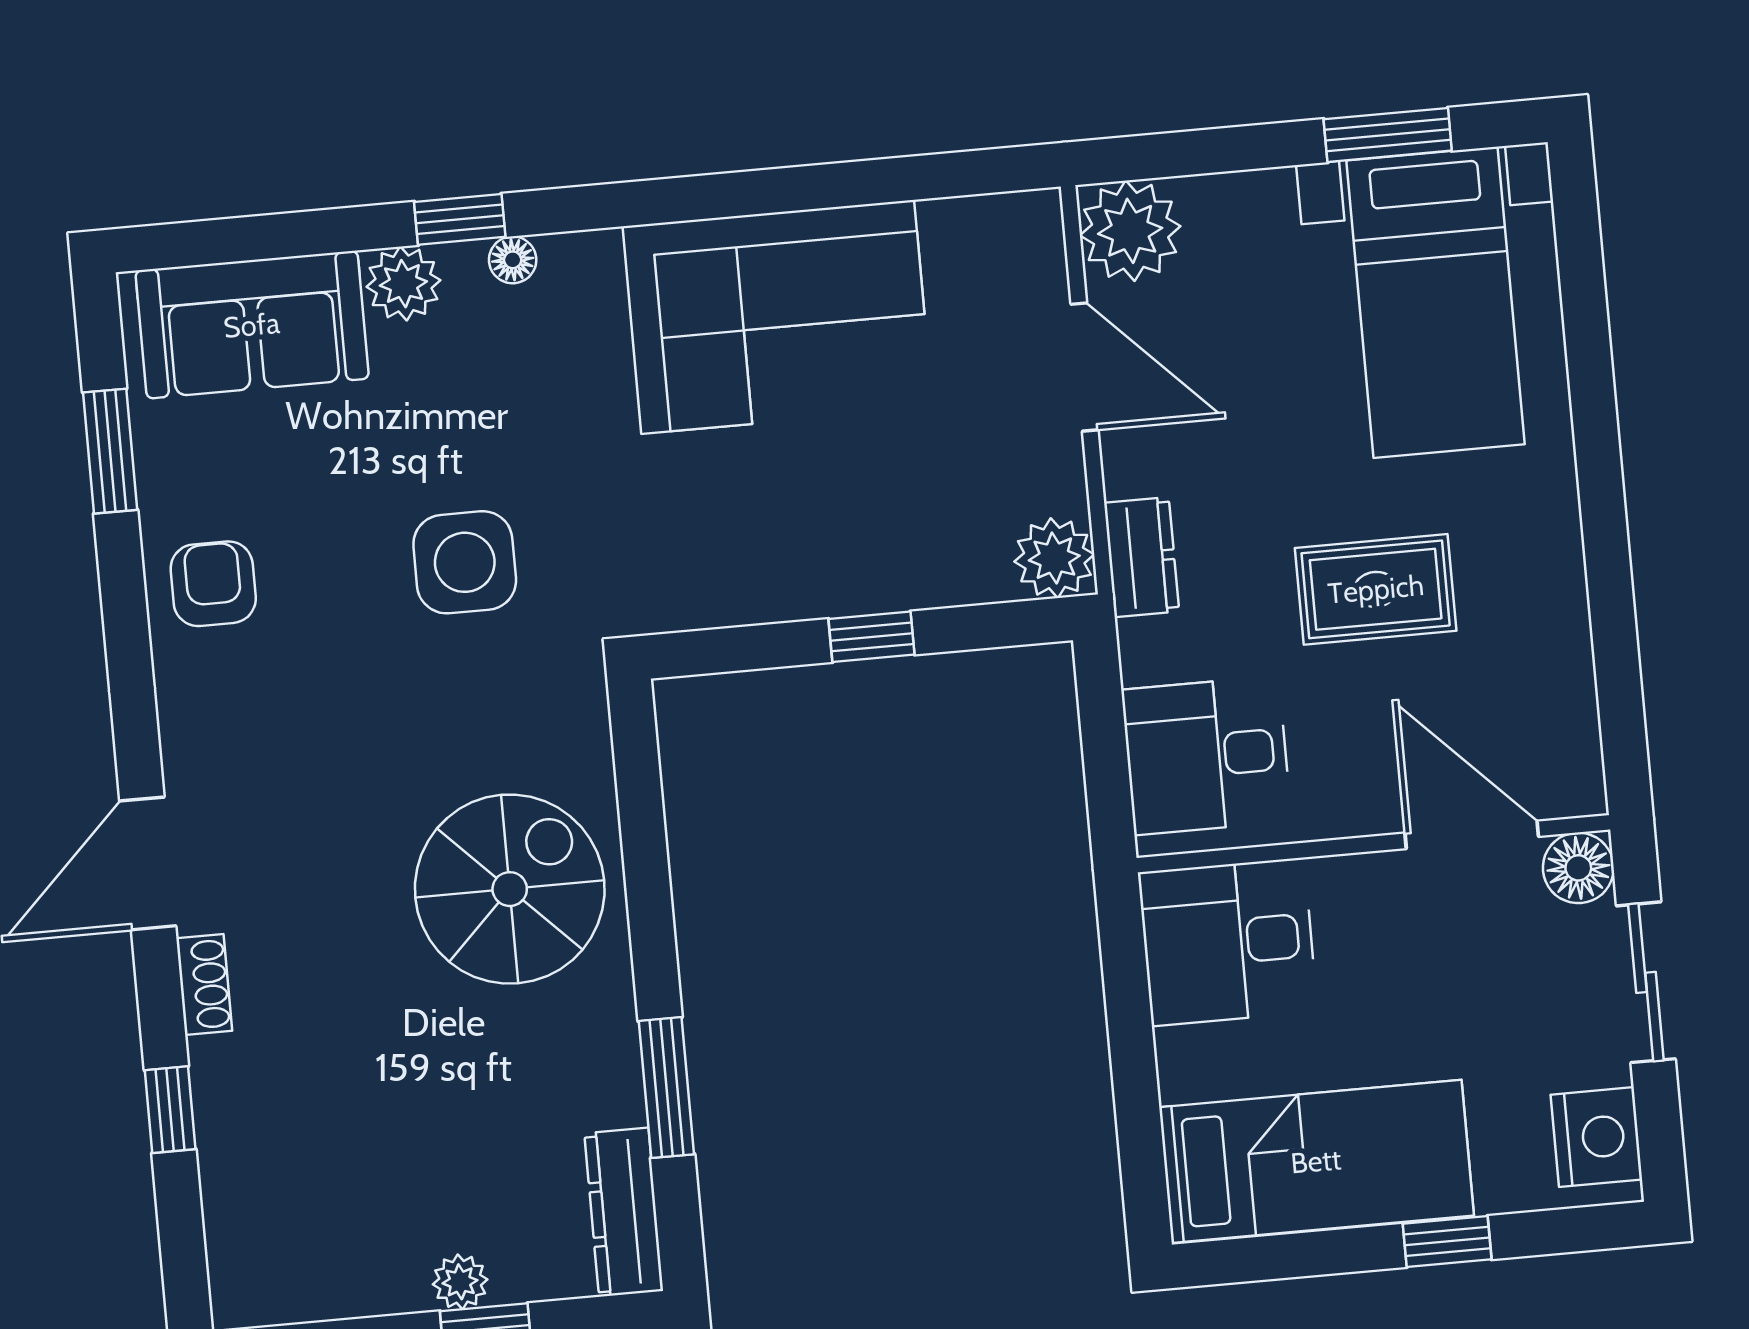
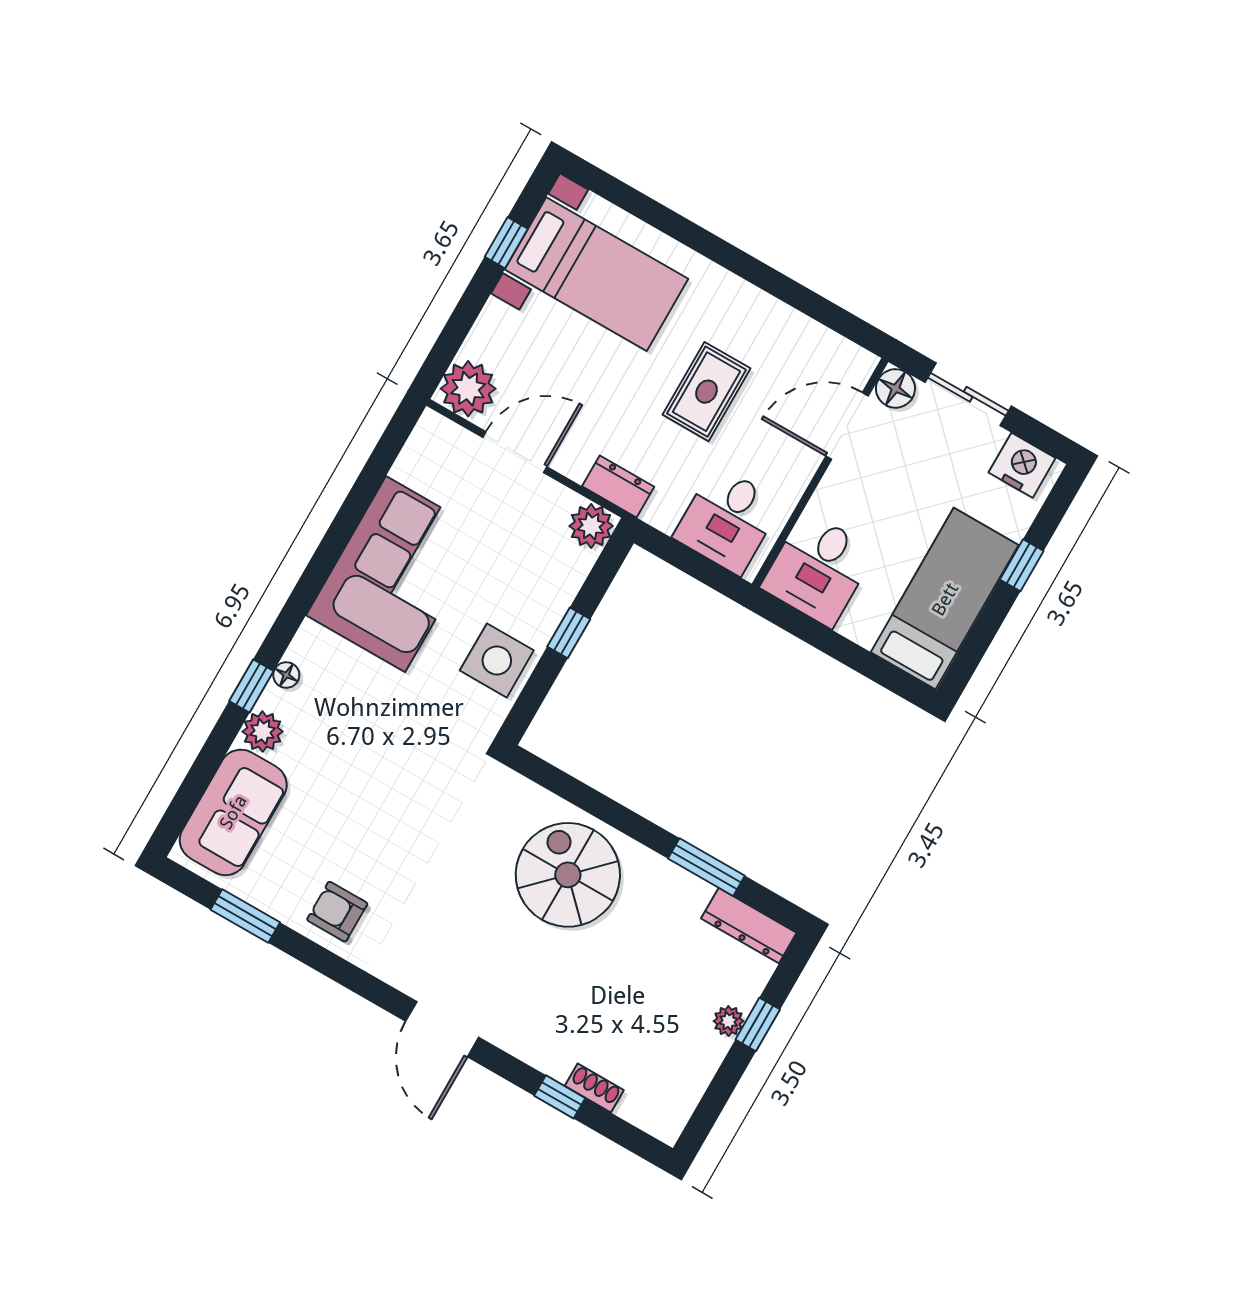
window: (1388, 135) -> (506, 243), width x0.67
side table: (465, 562) -> (497, 660), moved
shoe rack: (204, 984) -> (594, 1088), moved

